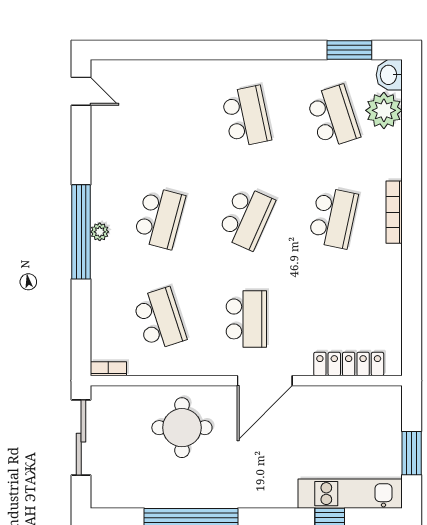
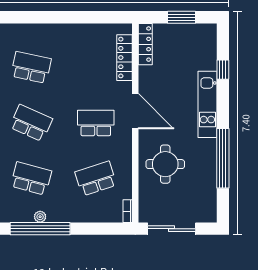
bookcase: (394, 212) -> (28, 28), removed
locker: (370, 396) -> (145, 44), added
kitchen unit: (350, 494) -> (207, 104), moved

